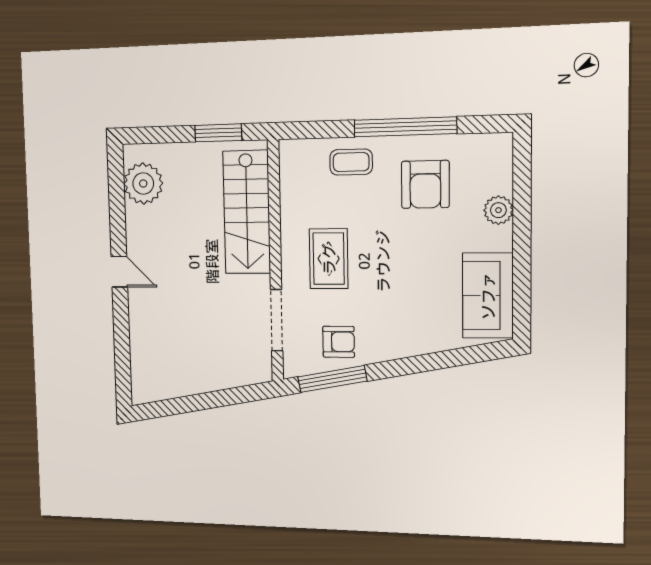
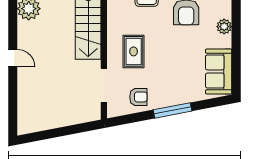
window: (332, 379) -> (173, 110), moved

